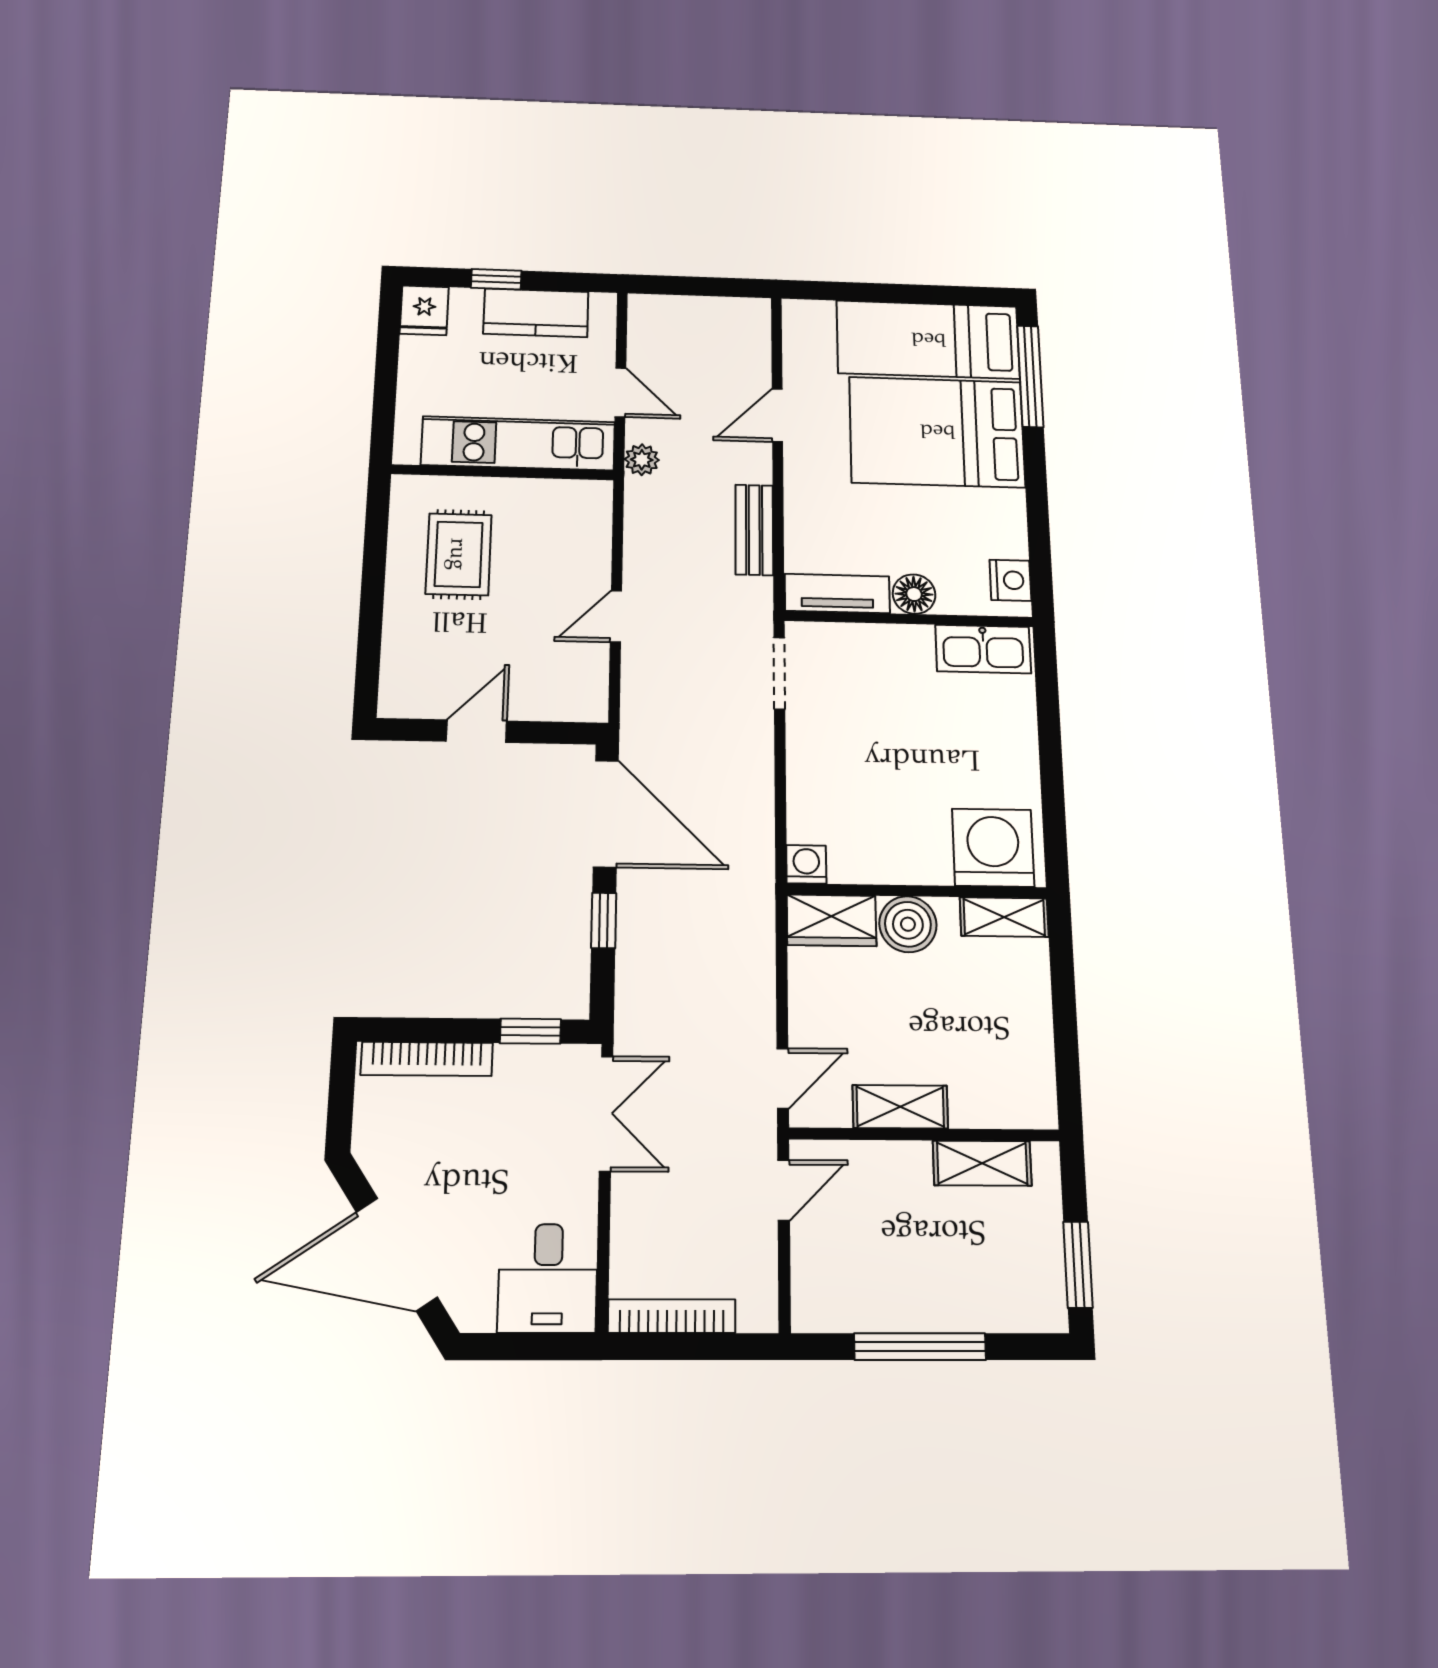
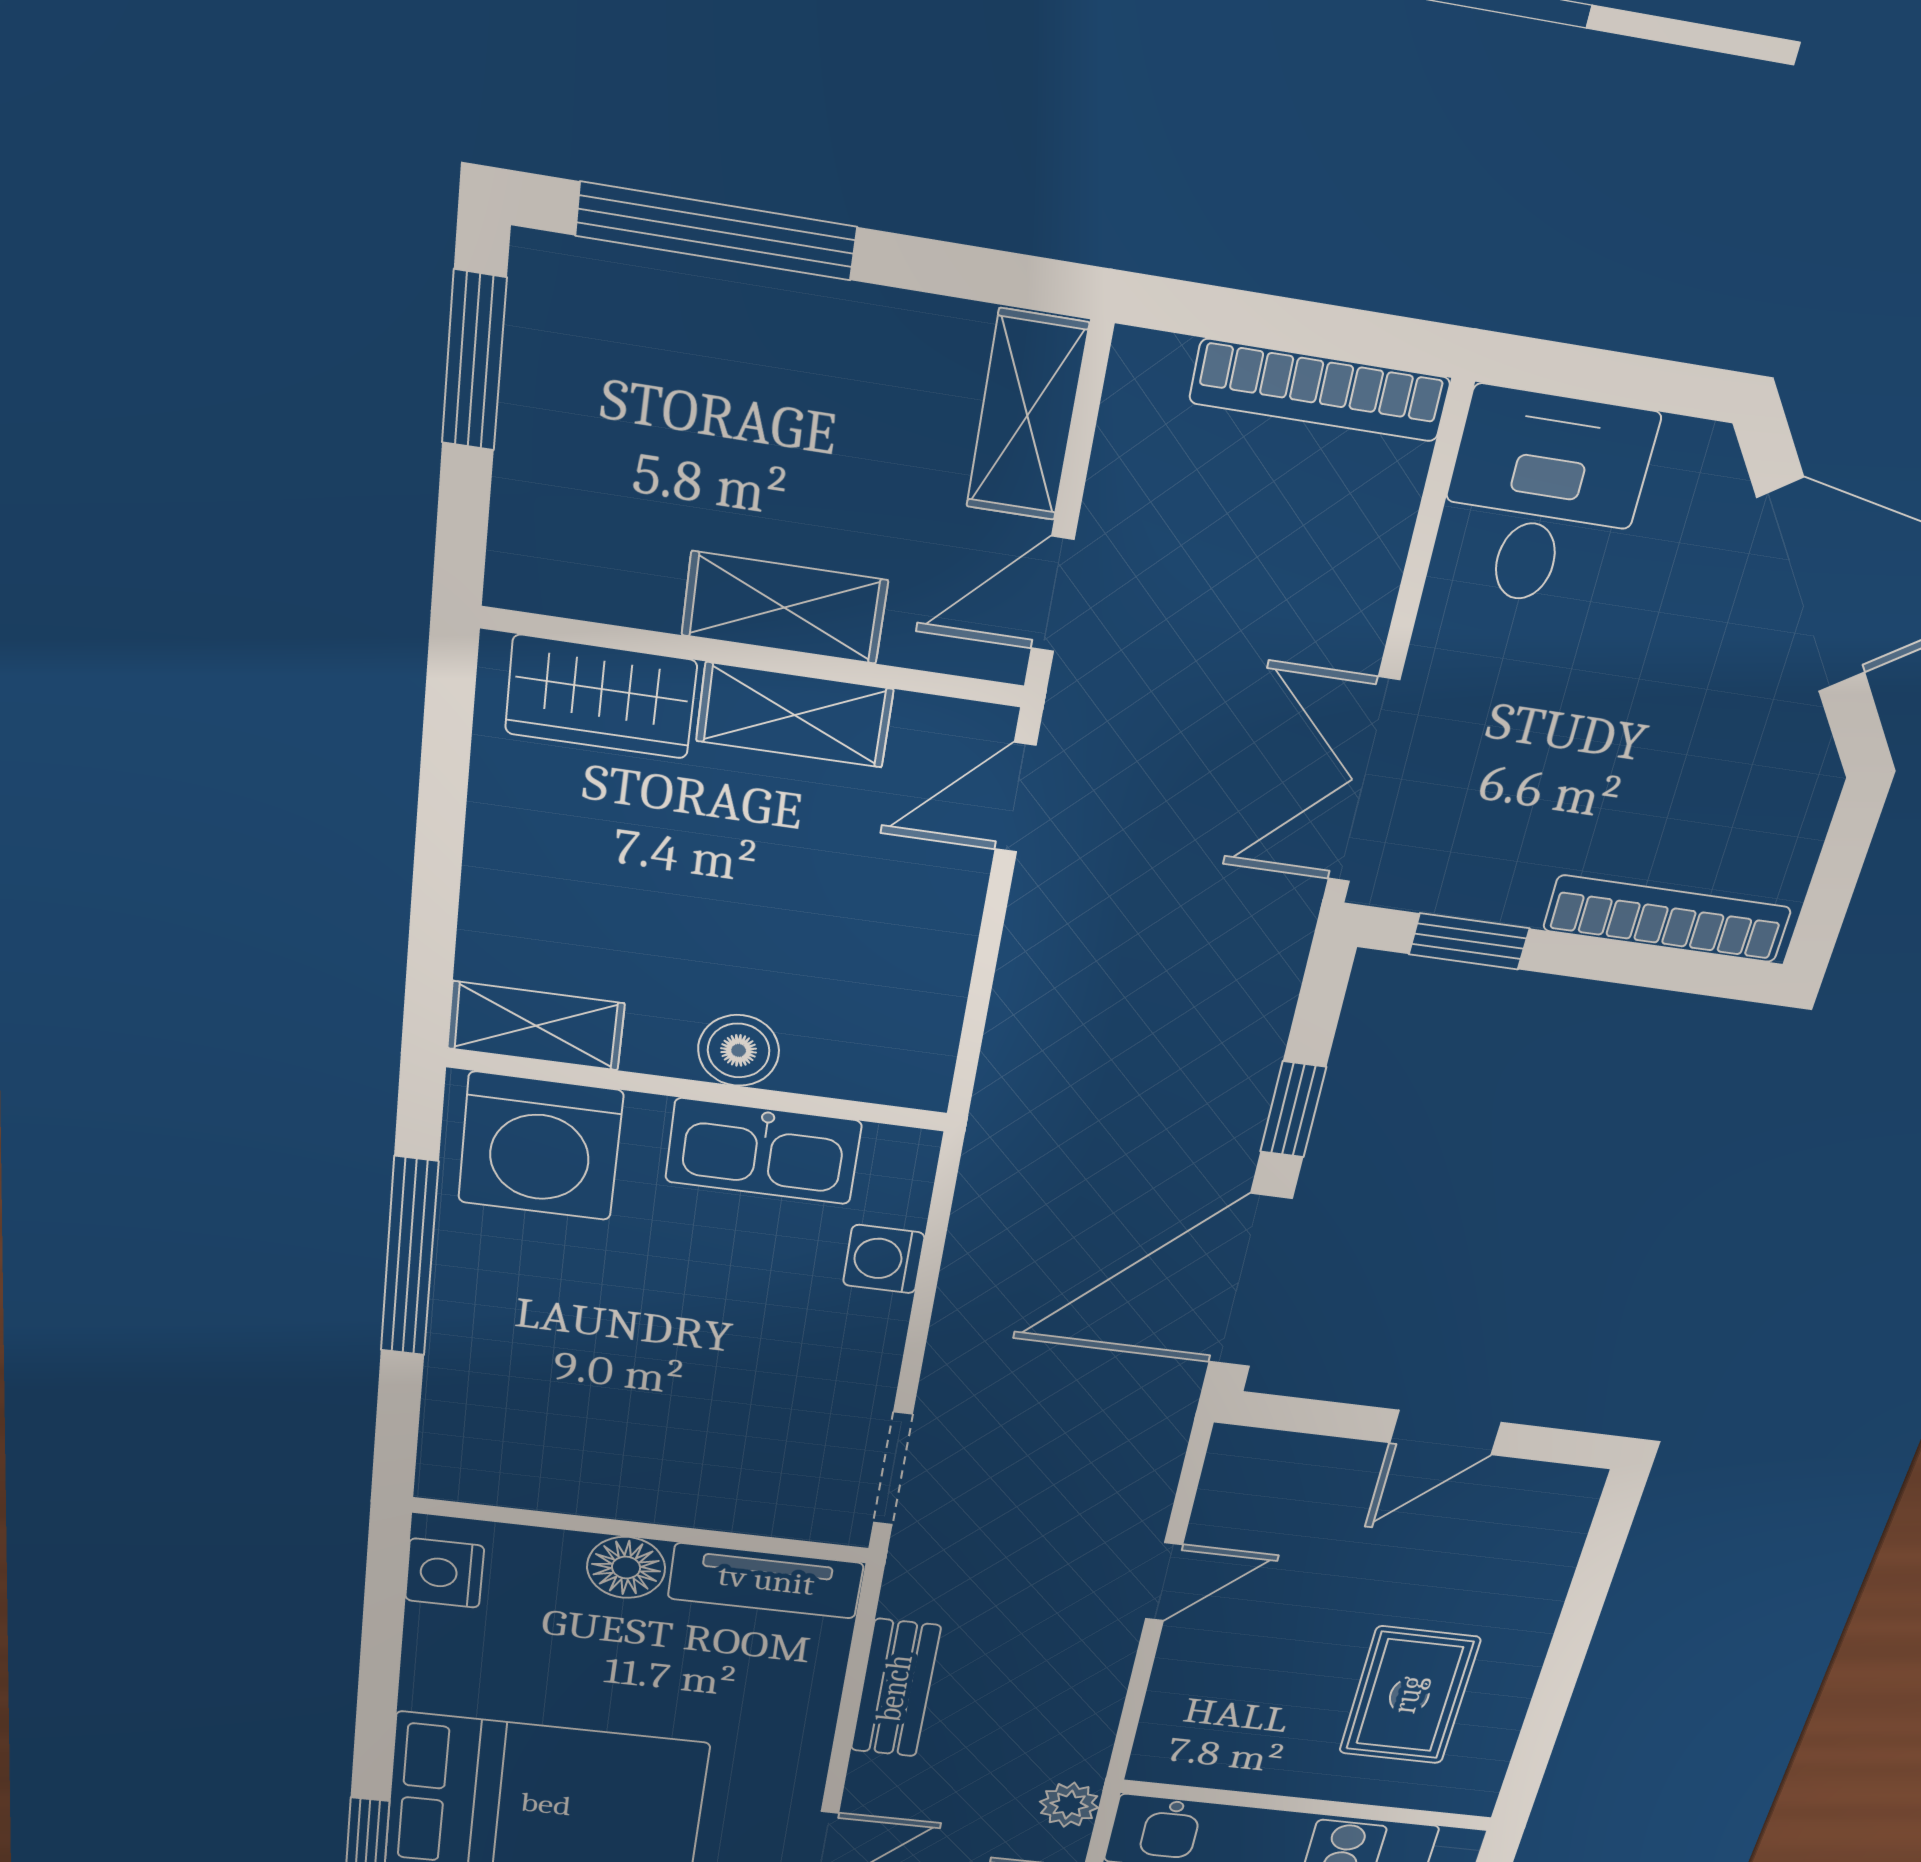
kitchen sink: (983, 649) -> (763, 1151), moved, turned 180
window: (1052, 774) -> (409, 1257), added
door: (606, 814) -> (1250, 1281), hinge flipped
washing machine: (806, 864) -> (884, 1259), moved, turned 90
wardrobe: (831, 920) -> (601, 697), moved, turned 180
boiler: (908, 924) -> (739, 1050), width x0.73, depth x0.73
shelving: (982, 1163) -> (785, 608), moved
shelving: (813, 1280) -> (1027, 416), added
window: (920, 1347) -> (716, 231), moved

